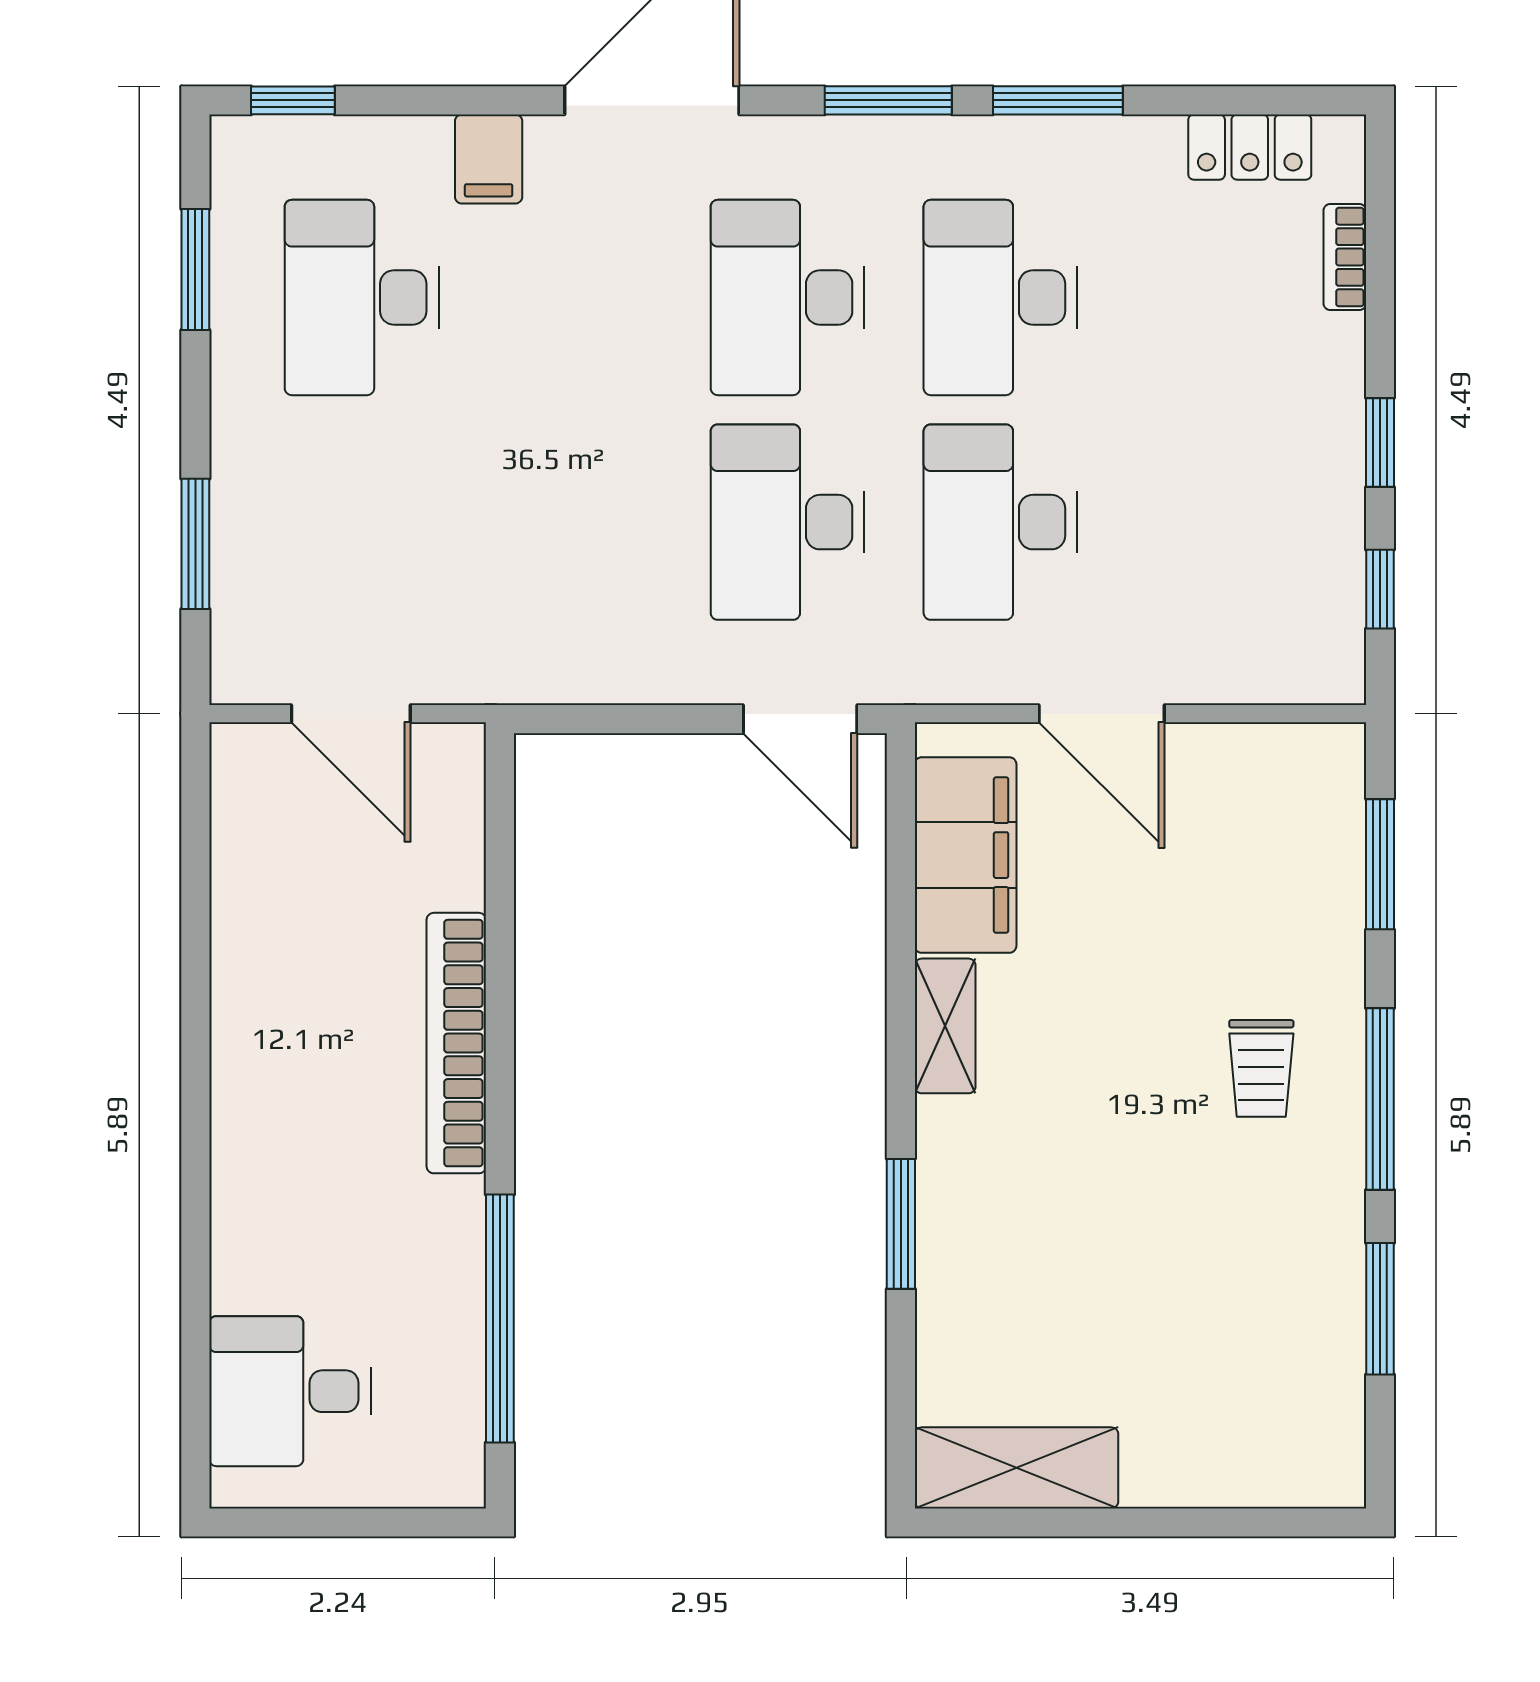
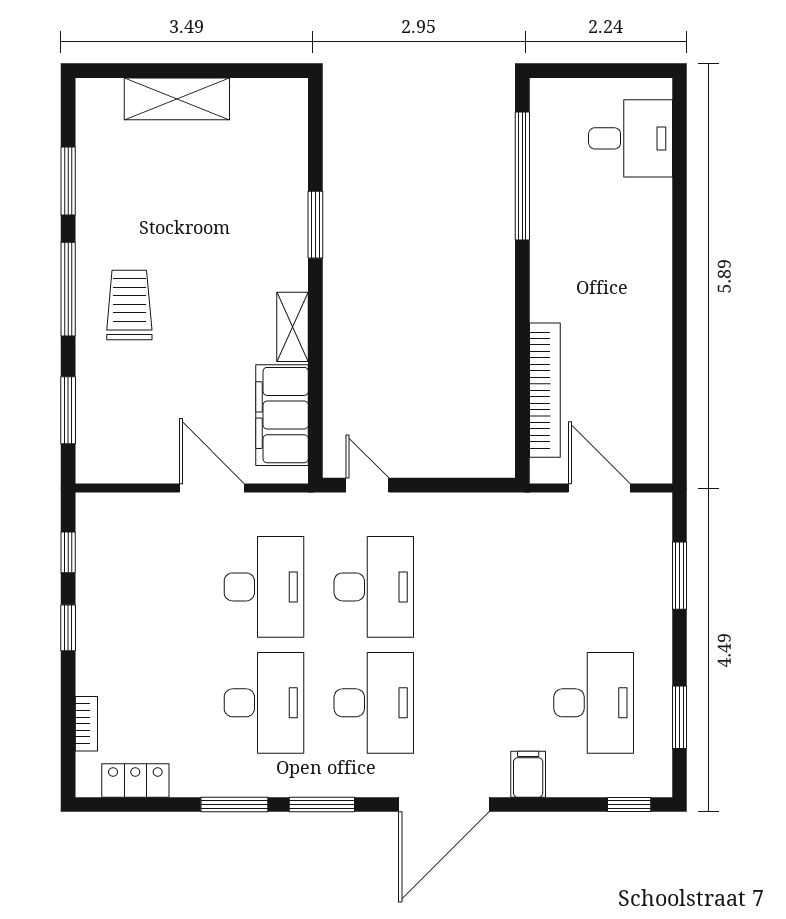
door: (800, 719) -> (367, 485), width x0.73
bookcase: (456, 1043) -> (545, 390), moved
trolley: (1261, 1068) -> (129, 305), width x1.36, depth x1.39
shelving: (1016, 1468) -> (177, 99), moved

